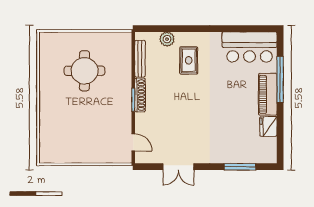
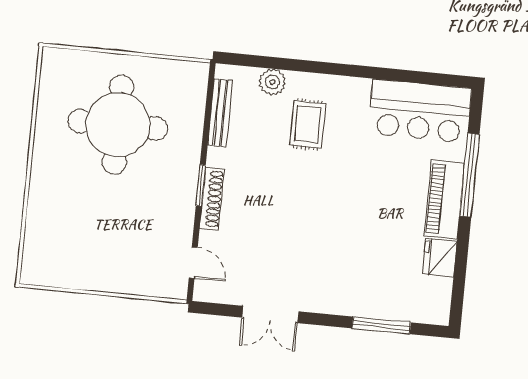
round table: (85, 71) -> (118, 125), width x1.36, depth x1.36
shoe rack: (140, 95) -> (212, 199), moved

